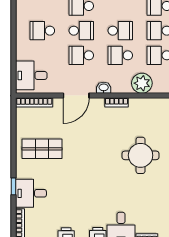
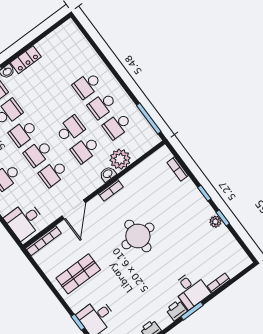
school desk: (81, 31) -> (38, 153), turned 180
washbasin: (104, 88) -> (108, 174), moved
round table: (141, 155) -> (138, 236), moved

